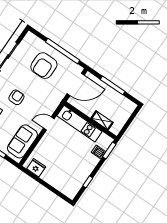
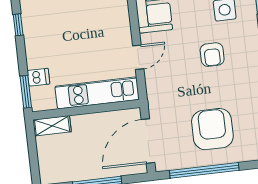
shelving: (102, 120) -> (52, 126), moved

